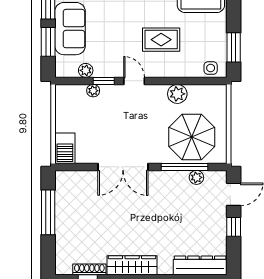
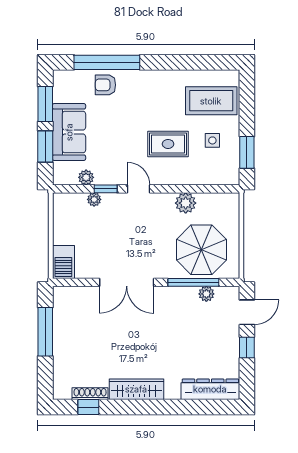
side table: (211, 68) -> (212, 140), moved

